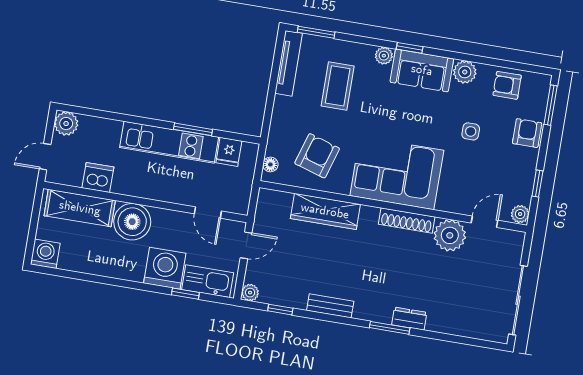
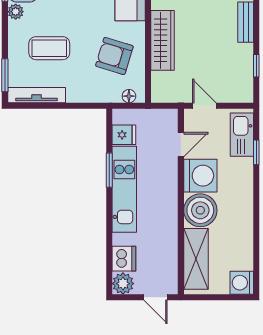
dishwasher: (98, 178) -> (124, 259), moved, turned 180
washing machine: (165, 268) -> (200, 176), moved, turned 180
plant: (250, 293) -> (246, 95), removed

